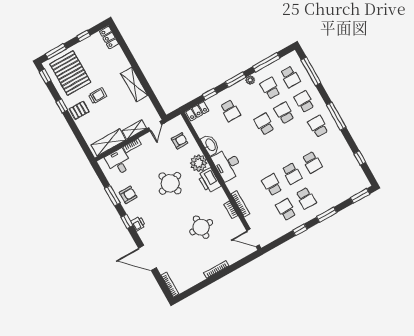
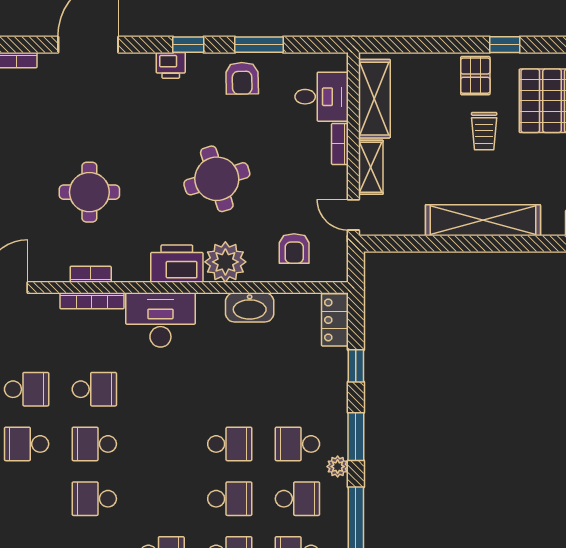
shelving: (134, 84) -> (483, 220), width x1.47
school desk: (230, 111) -> (297, 444), moved
desk: (227, 165) -> (160, 320), moved

